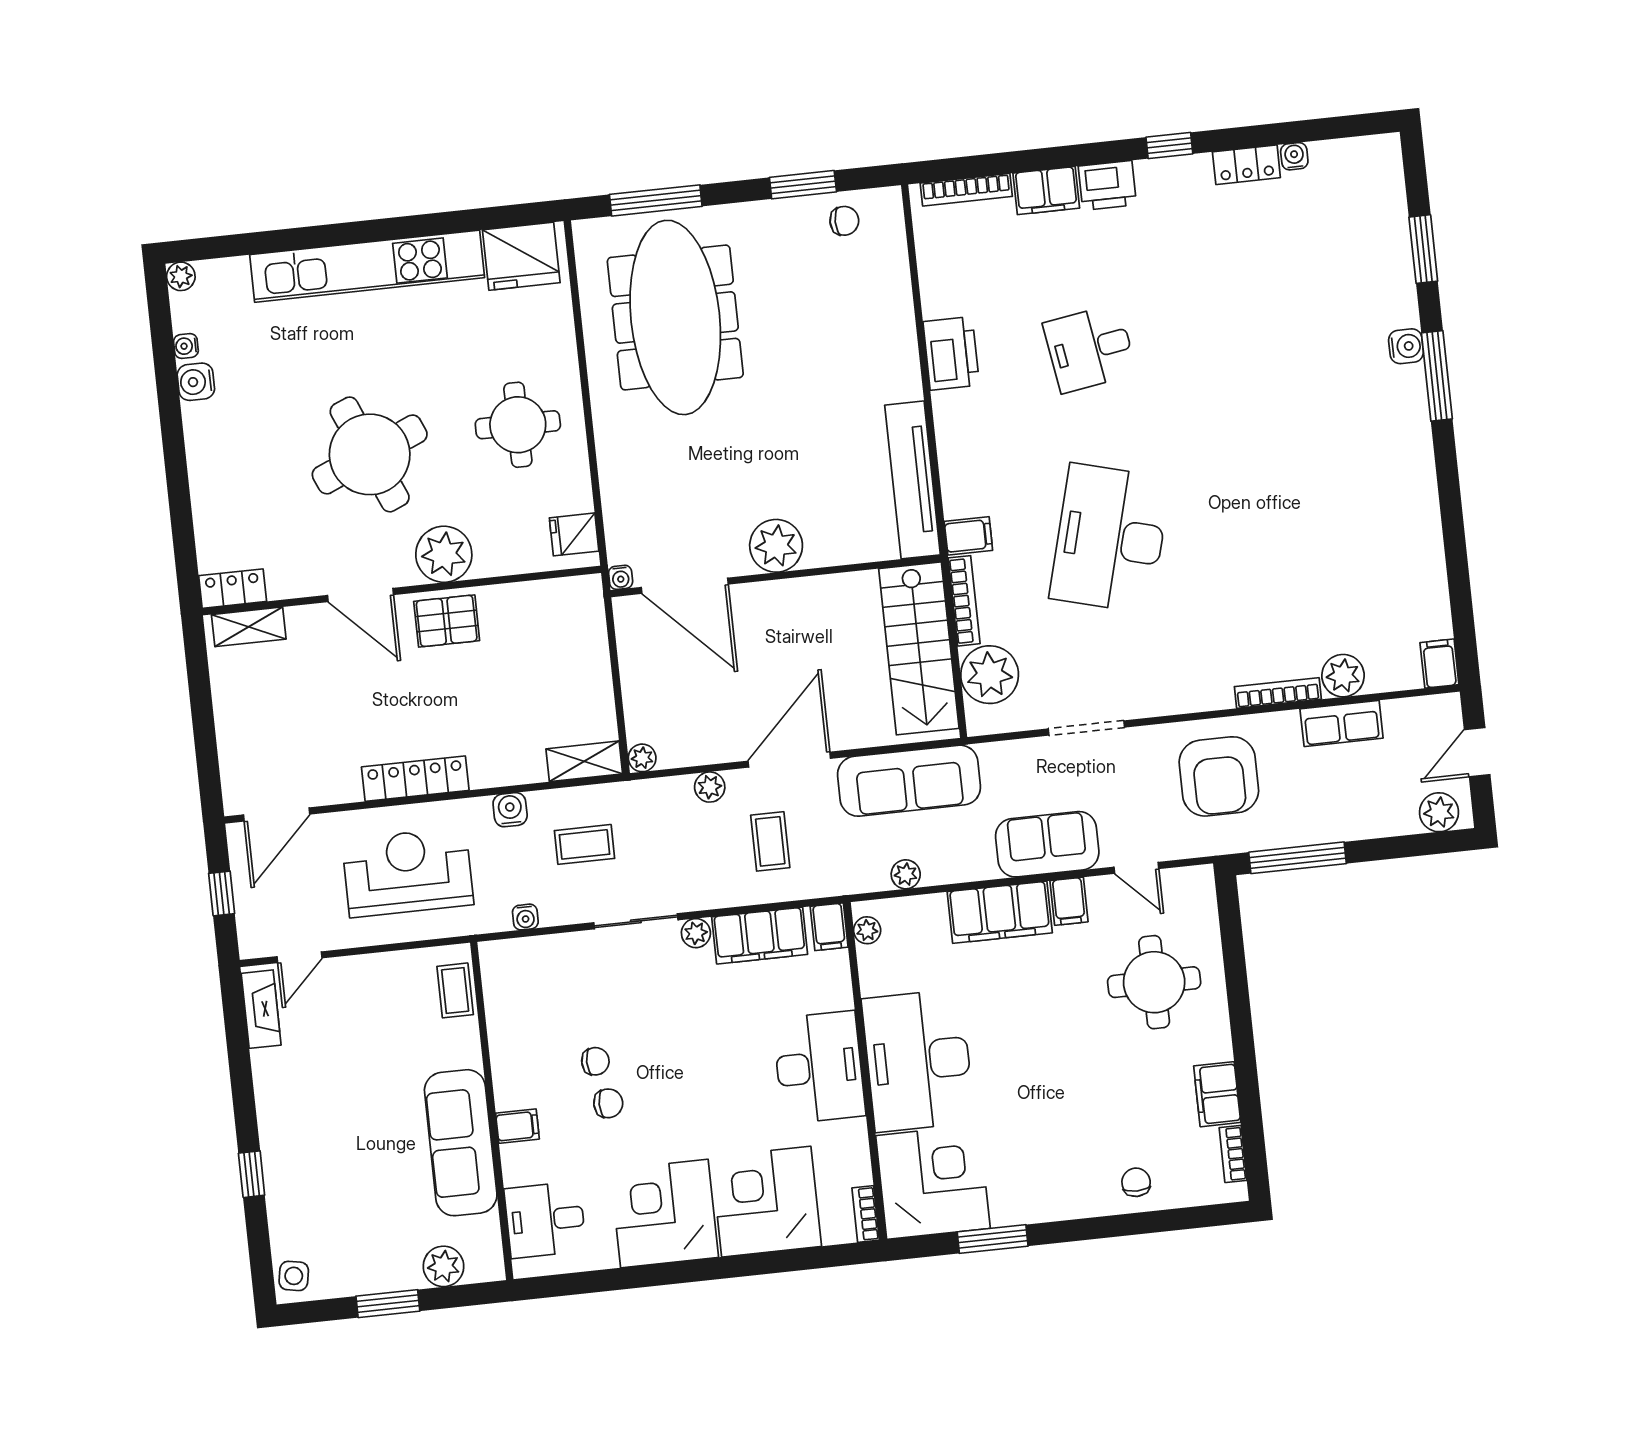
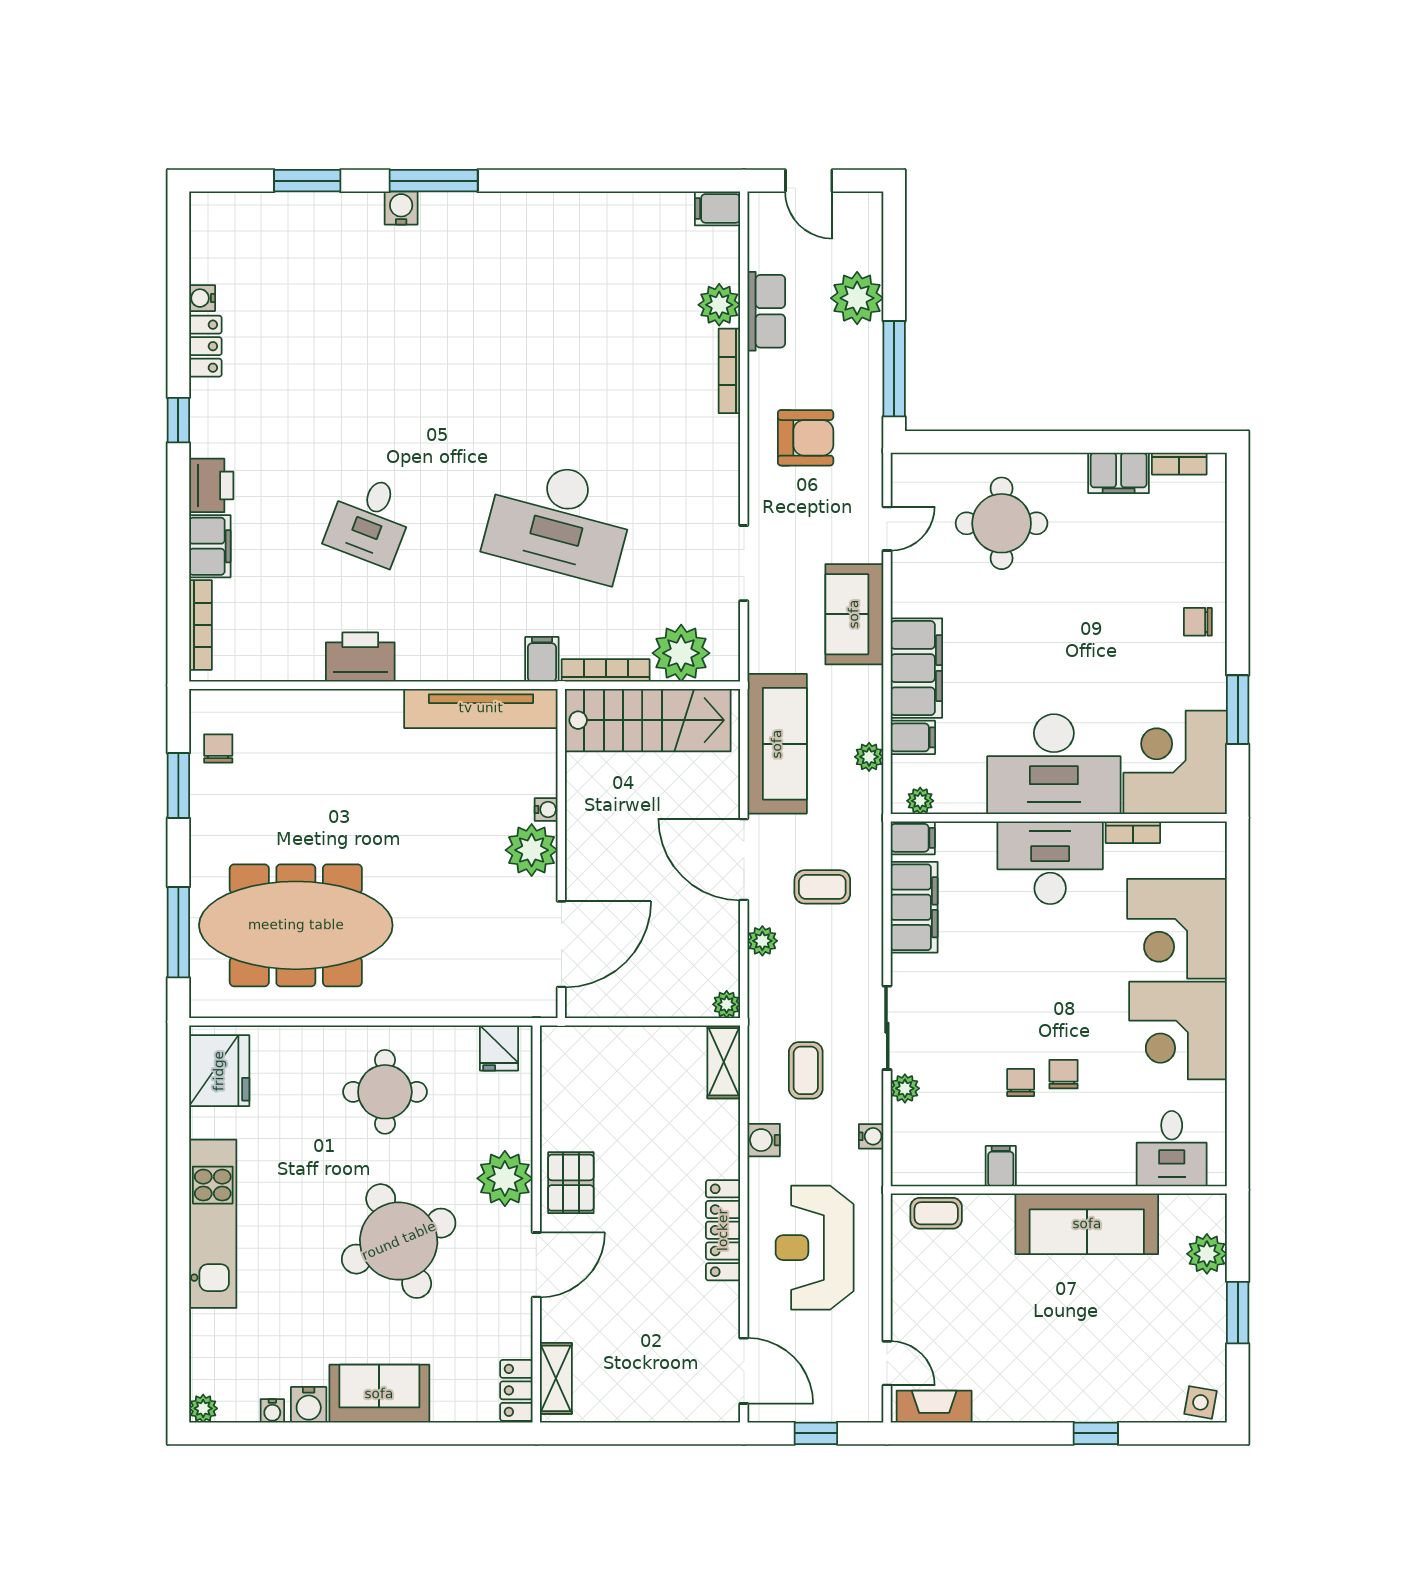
kitchen unit: (367, 266) -> (213, 1224), width x0.73
desk: (1090, 348) -> (370, 520), turned 30
sofa: (215, 451) -> (379, 1394), added
water cooler: (621, 577) -> (546, 809), moved
armchair: (1219, 776) -> (806, 438), width x0.73, depth x0.73
plant: (1439, 812) -> (857, 298), moved, width x1.36, depth x1.36
filing cabinet: (1069, 901) -> (913, 737), moved
plant: (696, 933) -> (905, 1088), moved
filing cabinet: (517, 1126) -> (1001, 1166), moved
chair: (1136, 1182) -> (1198, 622), moved
bookcase: (866, 1214) -> (1133, 832), moved

